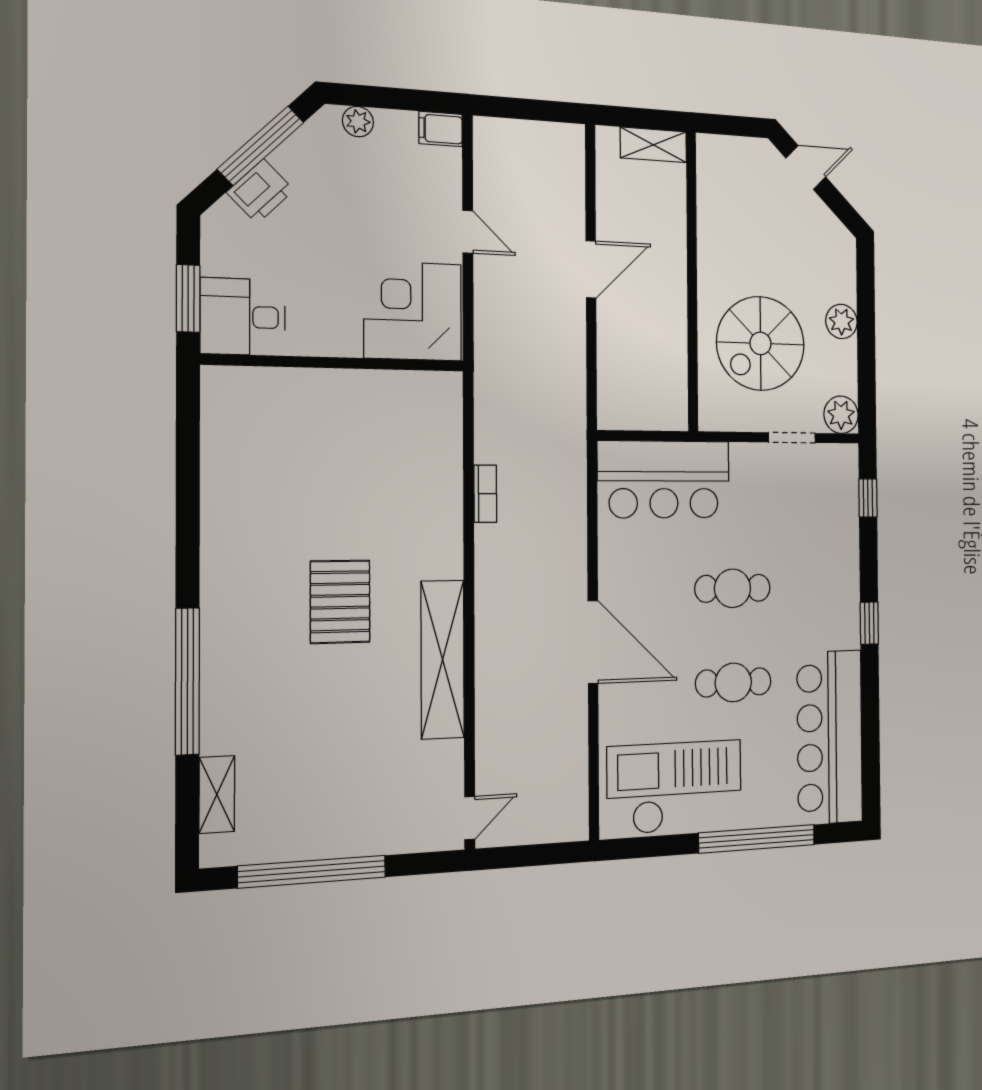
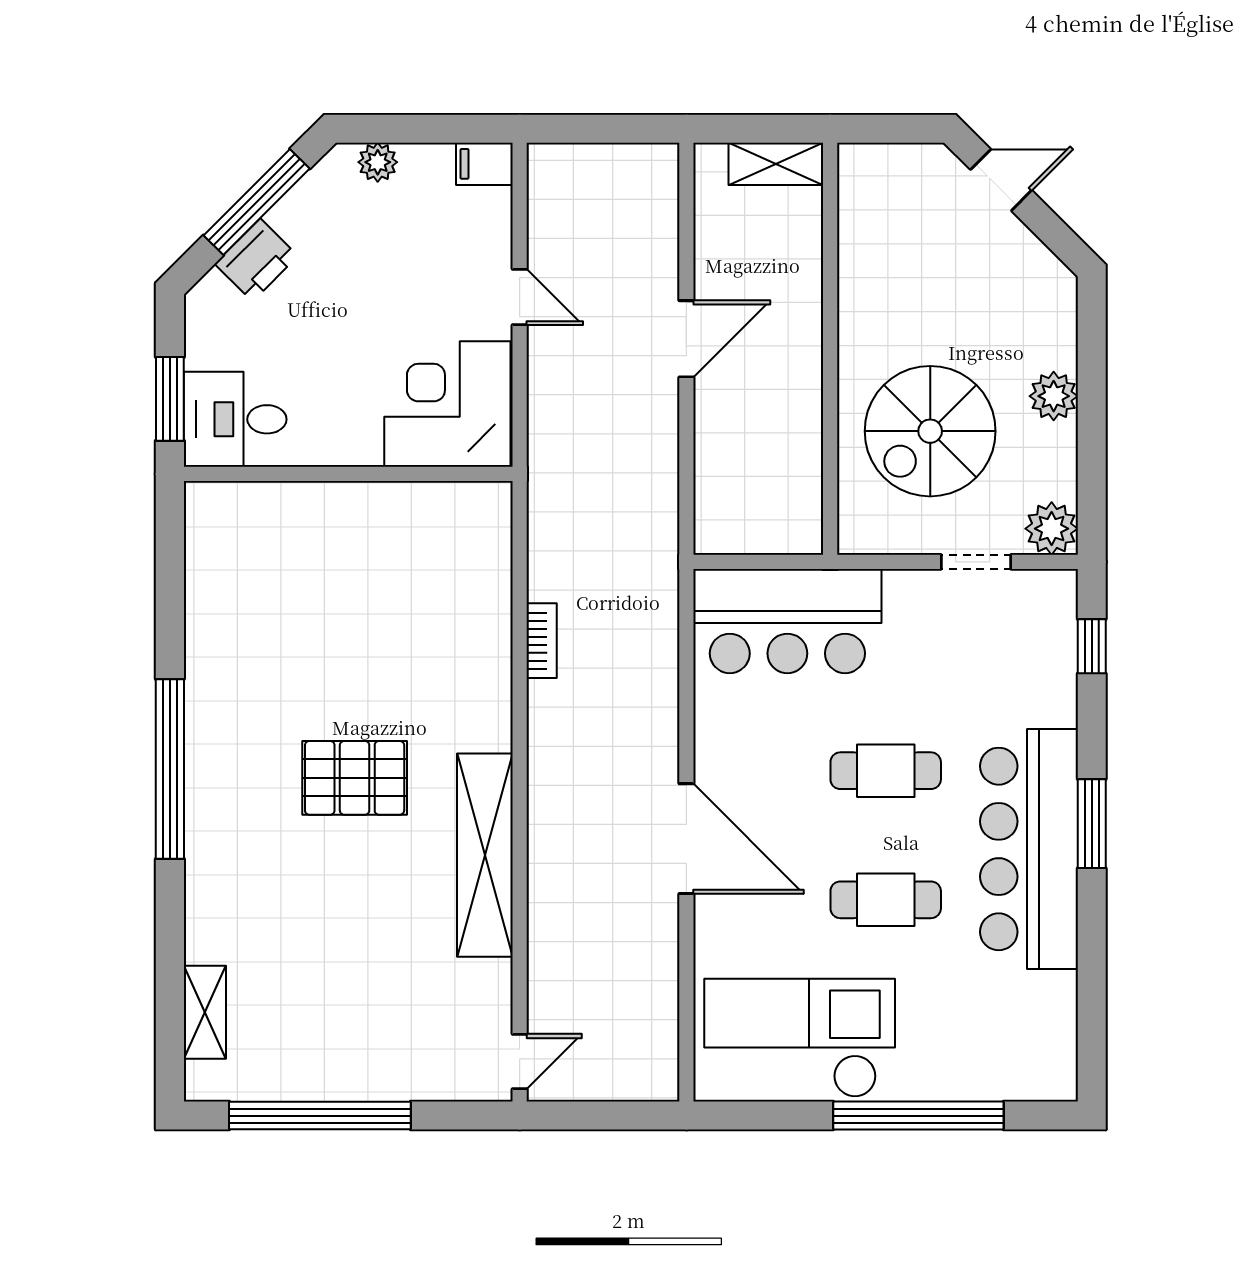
pallet: (340, 602) -> (355, 778), turned 90
window: (869, 623) -> (1092, 824), width x1.50
window: (187, 681) -> (170, 769), moved
bar counter: (830, 737) -> (1029, 849), moved

